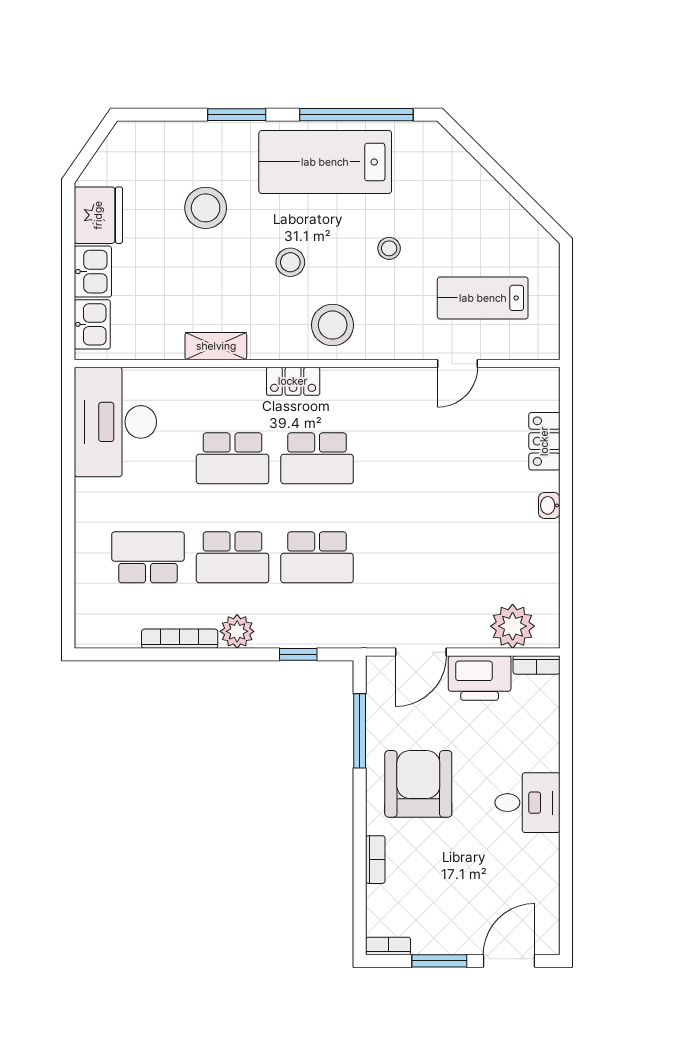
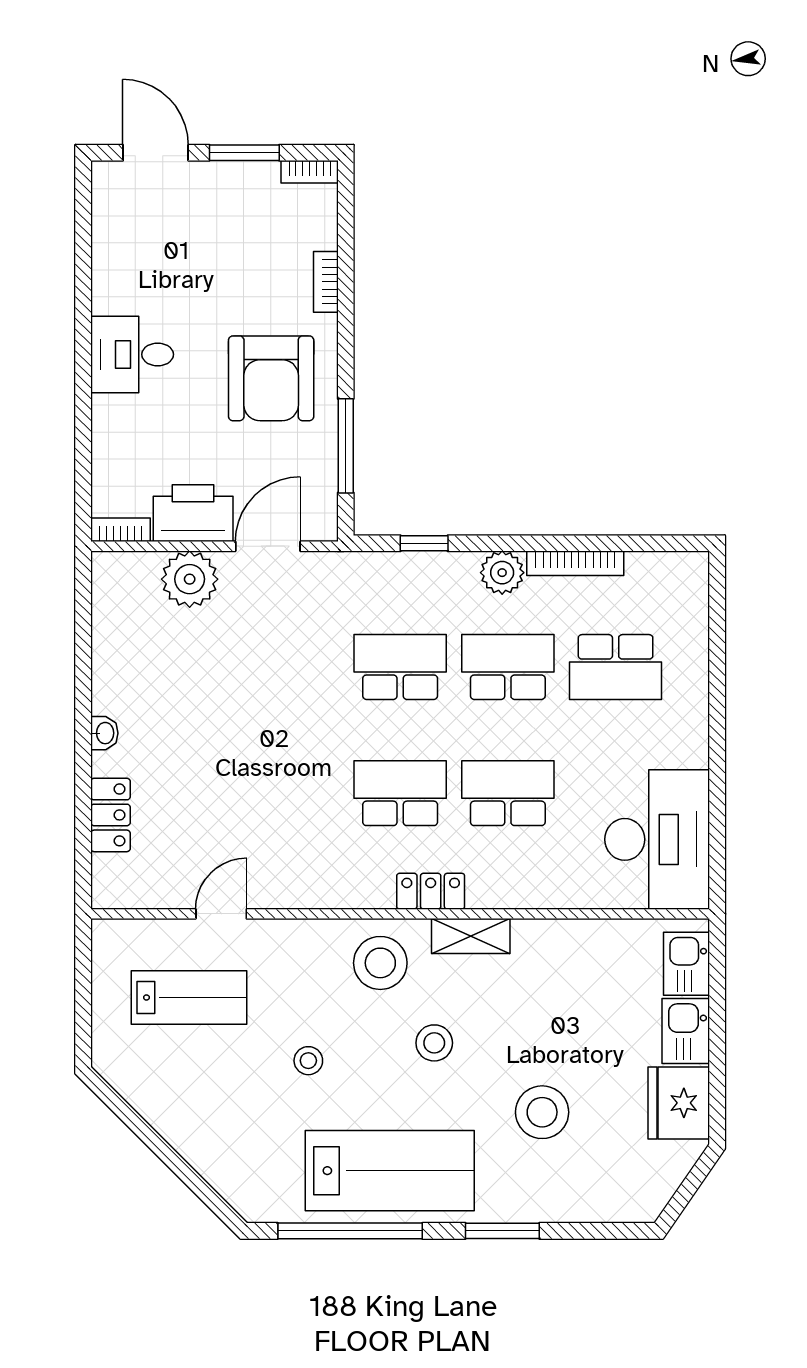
shelving: (216, 346) -> (471, 936), moved
plant: (513, 626) -> (190, 579), moved
door: (509, 961) -> (156, 153), swing flipped

